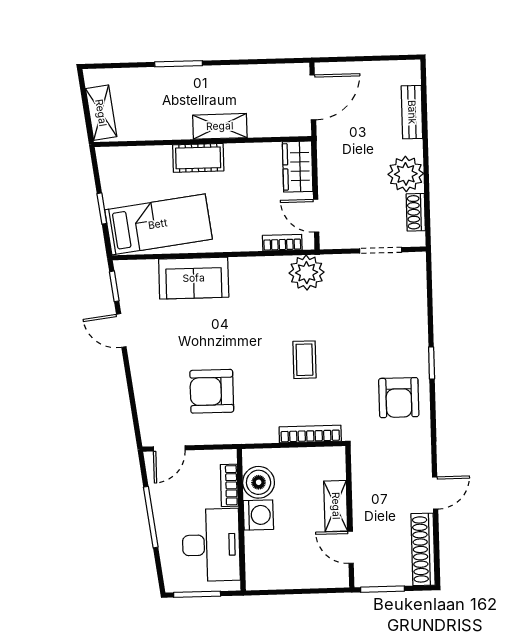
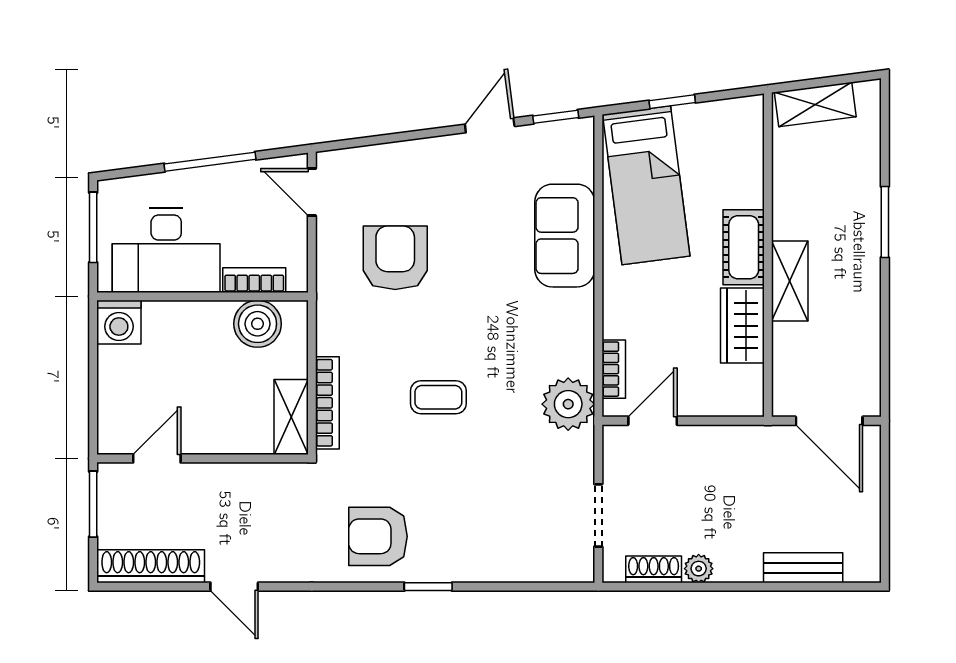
wardrobe: (298, 167) -> (742, 326), moved, turned -90
plant: (406, 174) -> (699, 569), width x0.53, depth x0.53
shelving: (336, 506) -> (291, 417), moved, turned 90
washing machine: (258, 515) -> (119, 322), moved

